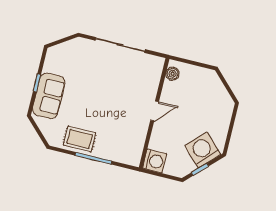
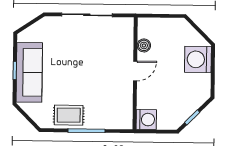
boiler: (173, 74) -> (144, 45), moved
sofa: (49, 96) -> (29, 72), width x1.36
washing machine: (203, 150) -> (198, 59), moved, turned -45

